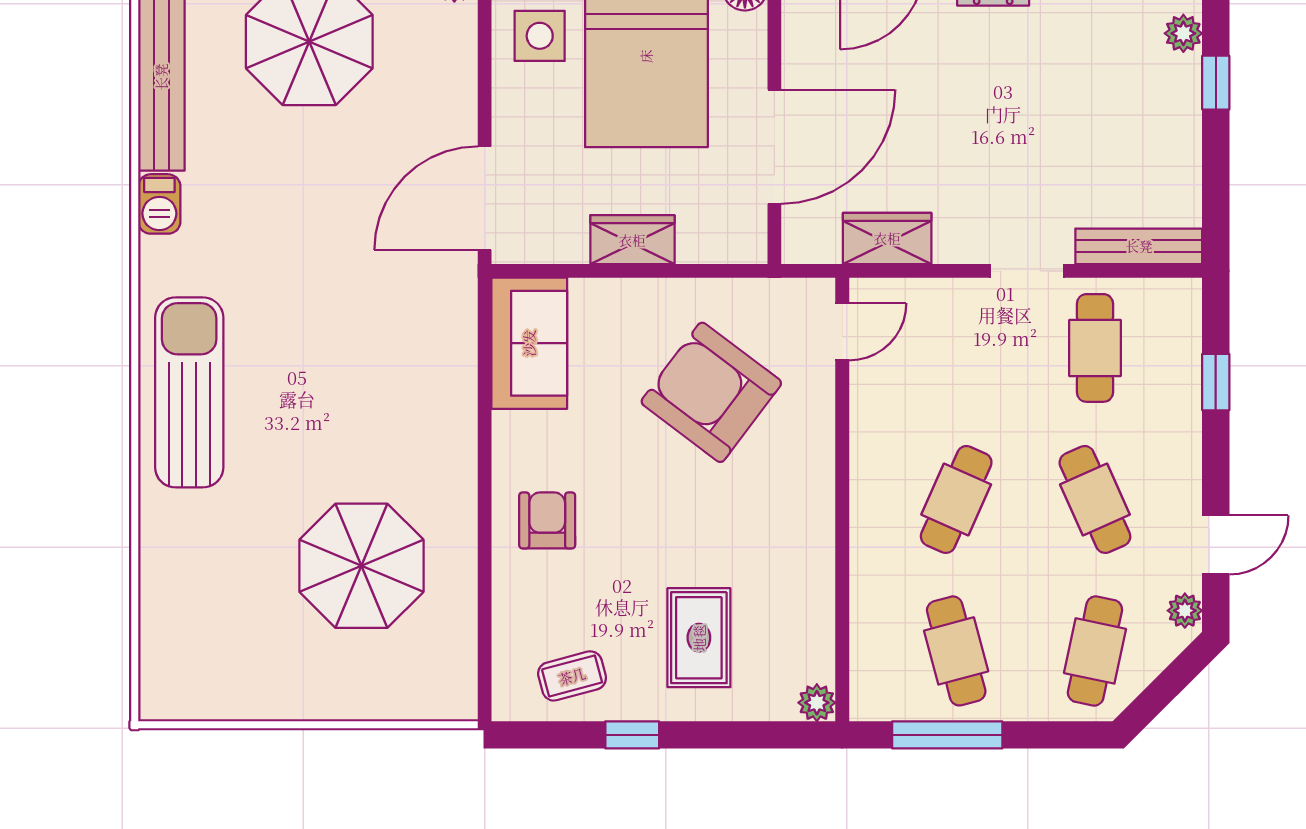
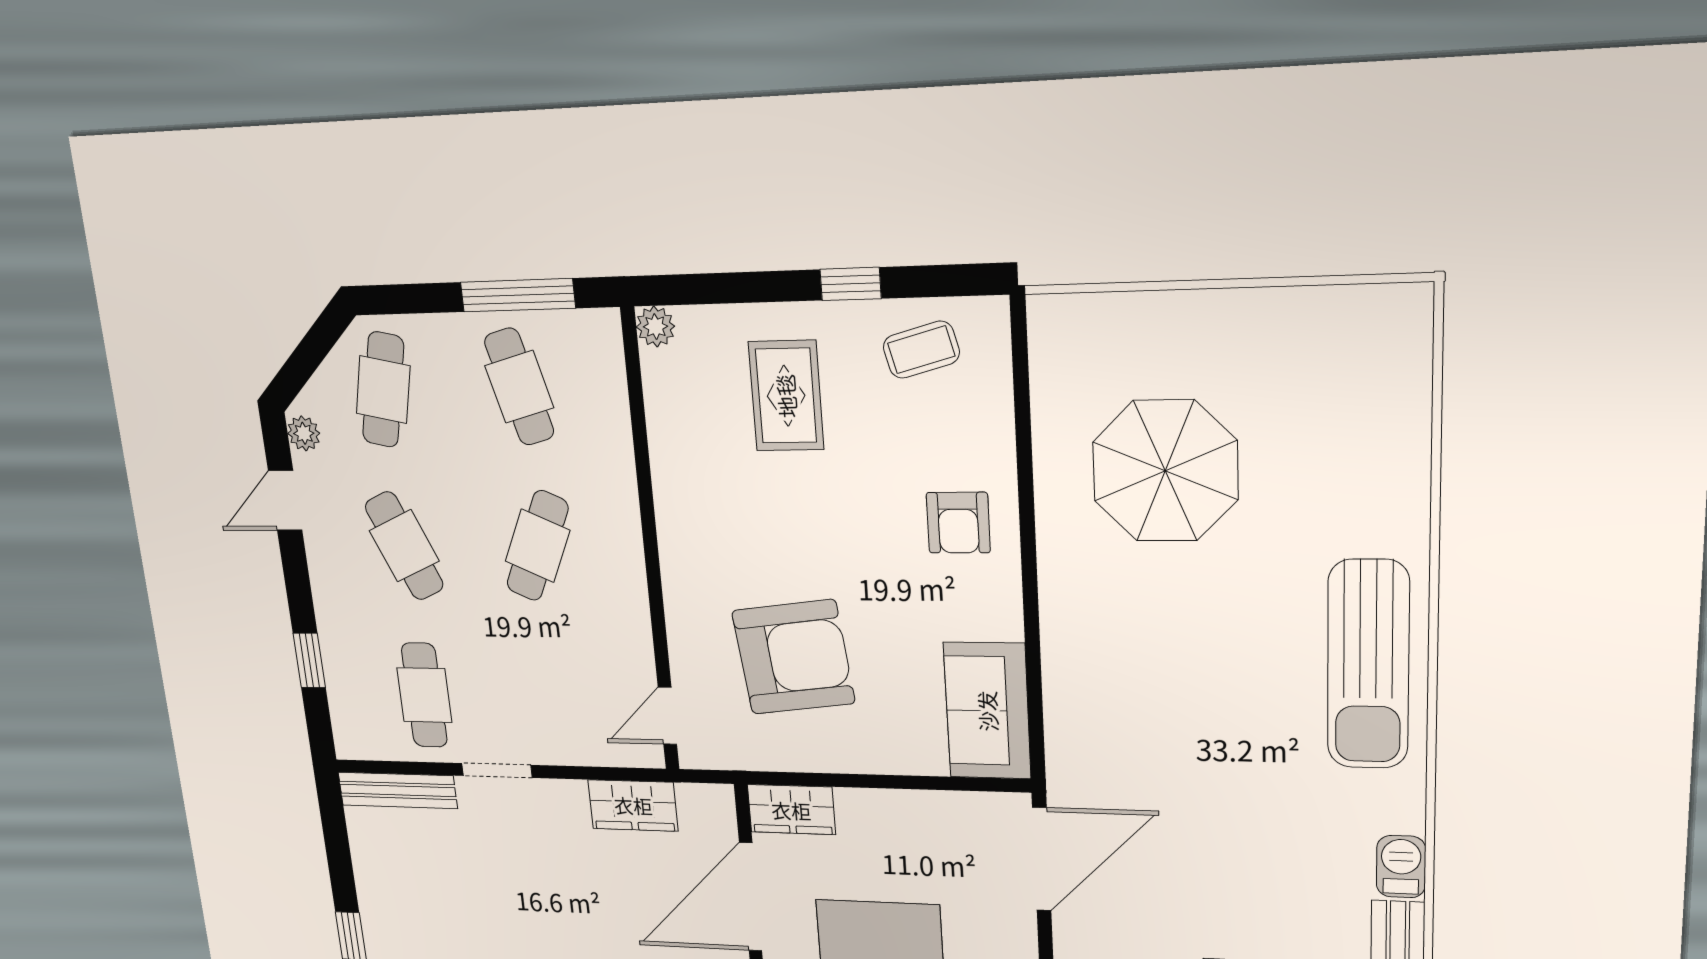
wardrobe: (632, 240) -> (791, 810), moved
armchair: (711, 392) -> (793, 657), turned -44

